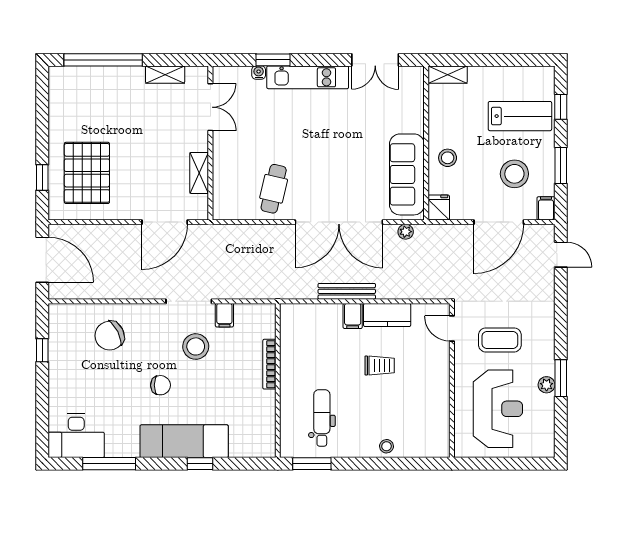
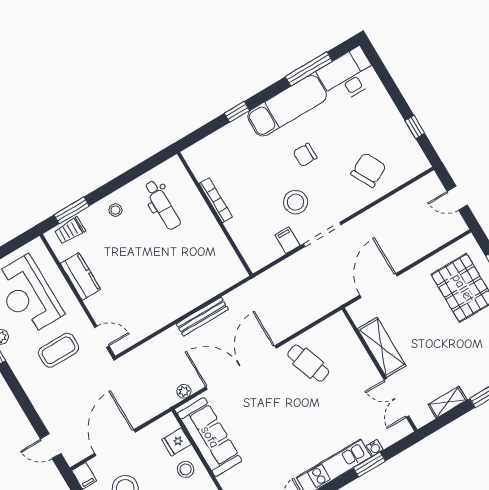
shelving: (199, 173) -> (382, 347), width x1.50, depth x1.33
cafe table: (274, 189) -> (308, 363), turned -33
fridge: (439, 208) -> (176, 442), moved, turned 90
door: (42, 260) -> (457, 198), width x0.53
kitchen counter: (387, 315) -> (80, 276), moved, turned 90
filing cabinet: (353, 316) -> (186, 300), removed
bookcase: (269, 364) -> (216, 200), moved
trolley: (380, 366) -> (70, 230), moved
exam couch: (184, 441) -> (287, 106), moved
stool: (387, 446) -> (115, 210), moved
window: (312, 464) -> (72, 210), moved

